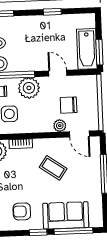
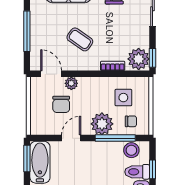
door: (58, 73) -> (71, 138), swing flipped
chair: (69, 105) -> (61, 104), turned 90

